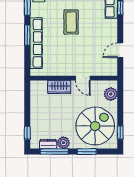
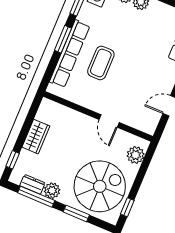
coffee table: (71, 22) -> (101, 63), moved
wardrobe: (59, 87) -> (36, 137), moved, turned -90

